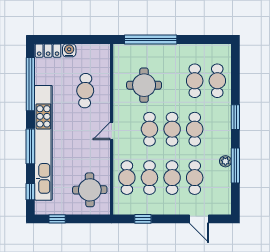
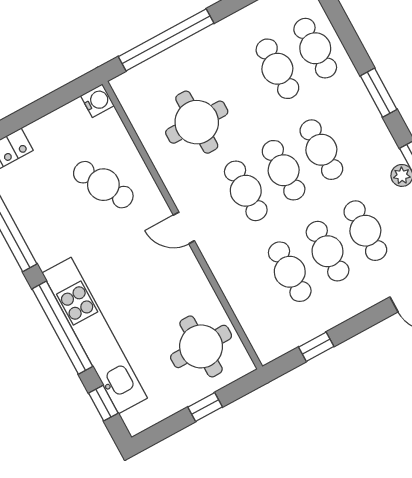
water cooler: (69, 50) -> (97, 101), moved, turned 90
cafe table: (85, 91) -> (103, 185), turned -32
door: (112, 131) -> (184, 228), hinge flipped
kitchen unit: (43, 143) -> (95, 335), width x0.73
window: (30, 146) -> (62, 328), width x1.46
cafe table: (127, 178) -> (252, 292), removed
window: (57, 219) -> (205, 407), moved

